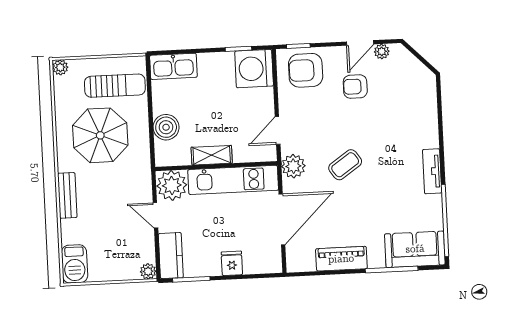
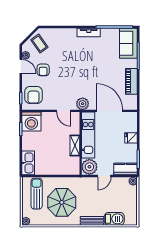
boiler: (166, 127) -> (59, 168), removed
coffee table: (345, 165) -> (39, 44), moved
barbecue: (75, 264) -> (114, 219), moved

